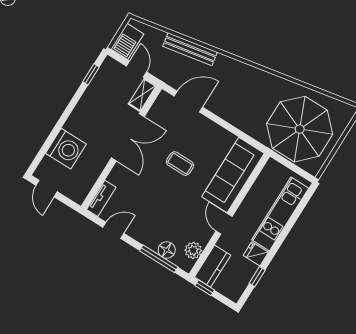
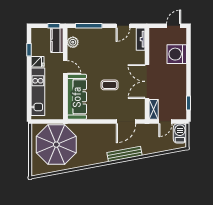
bench: (190, 49) -> (125, 154), moved
door: (137, 69) -> (165, 121), hinge flipped
door: (47, 189) -> (174, 26), hinge flipped
floor lamp: (167, 250) -> (87, 33), removed

